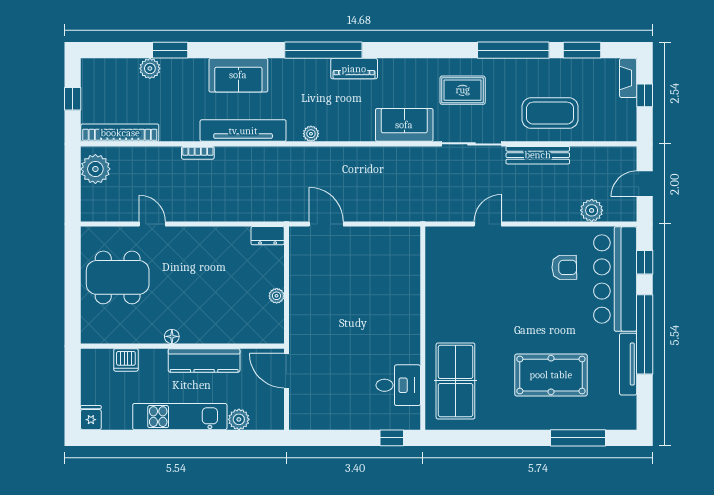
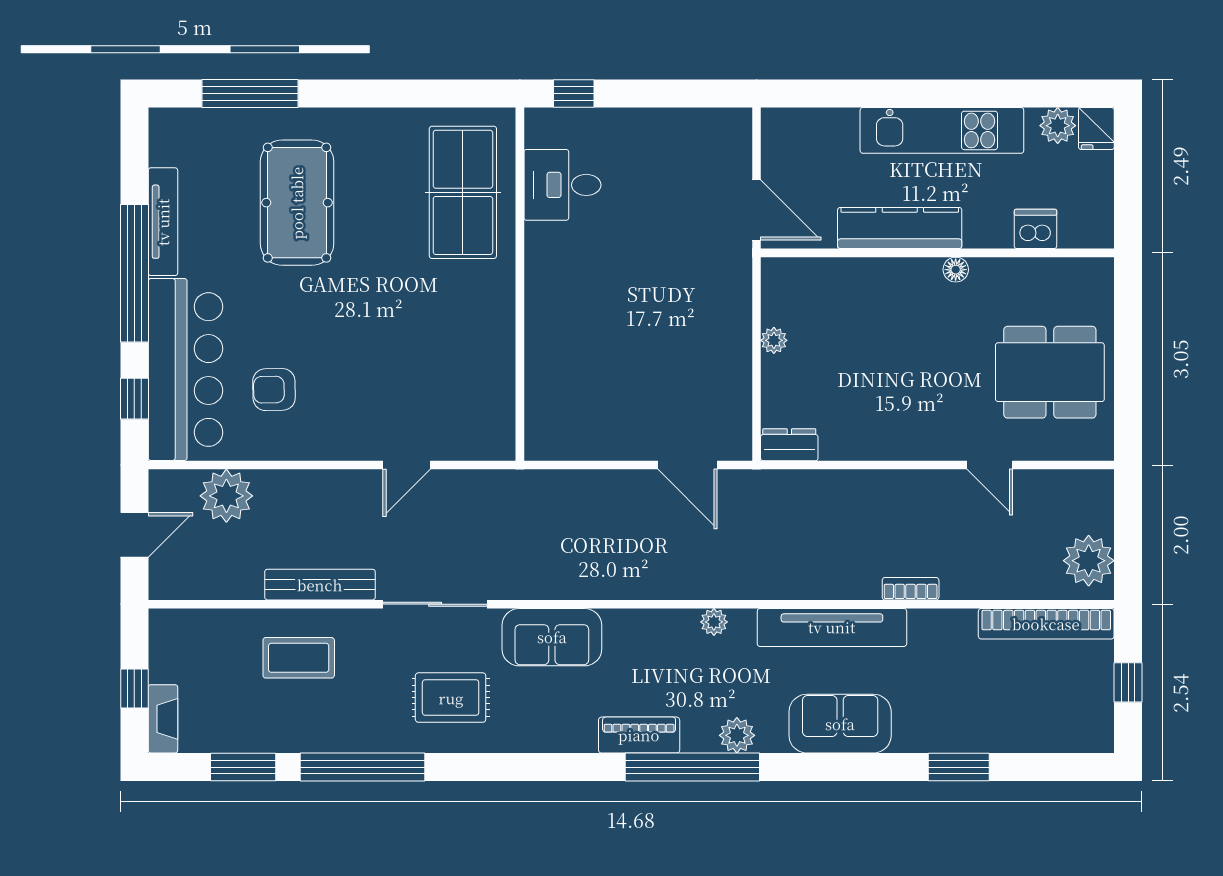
plant: (150, 68) -> (737, 735), moved
coffee table: (550, 113) -> (299, 658), width x0.73, depth x0.76
plant: (592, 210) -> (226, 496), width x1.36, depth x1.36
pool table: (551, 375) -> (297, 203), turned 90
plant: (239, 419) -> (1058, 126), moved

